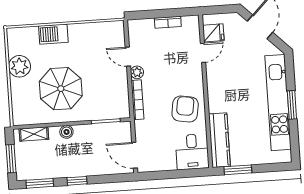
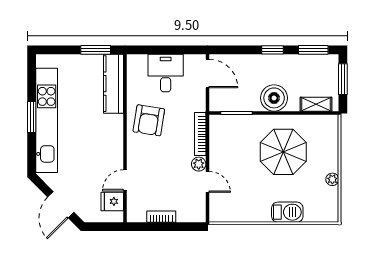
plant: (19, 66) -> (332, 179), width x0.53, depth x0.53
boiler: (66, 132) -> (274, 98), width x1.86, depth x1.86
desk: (192, 152) -> (166, 73), moved

